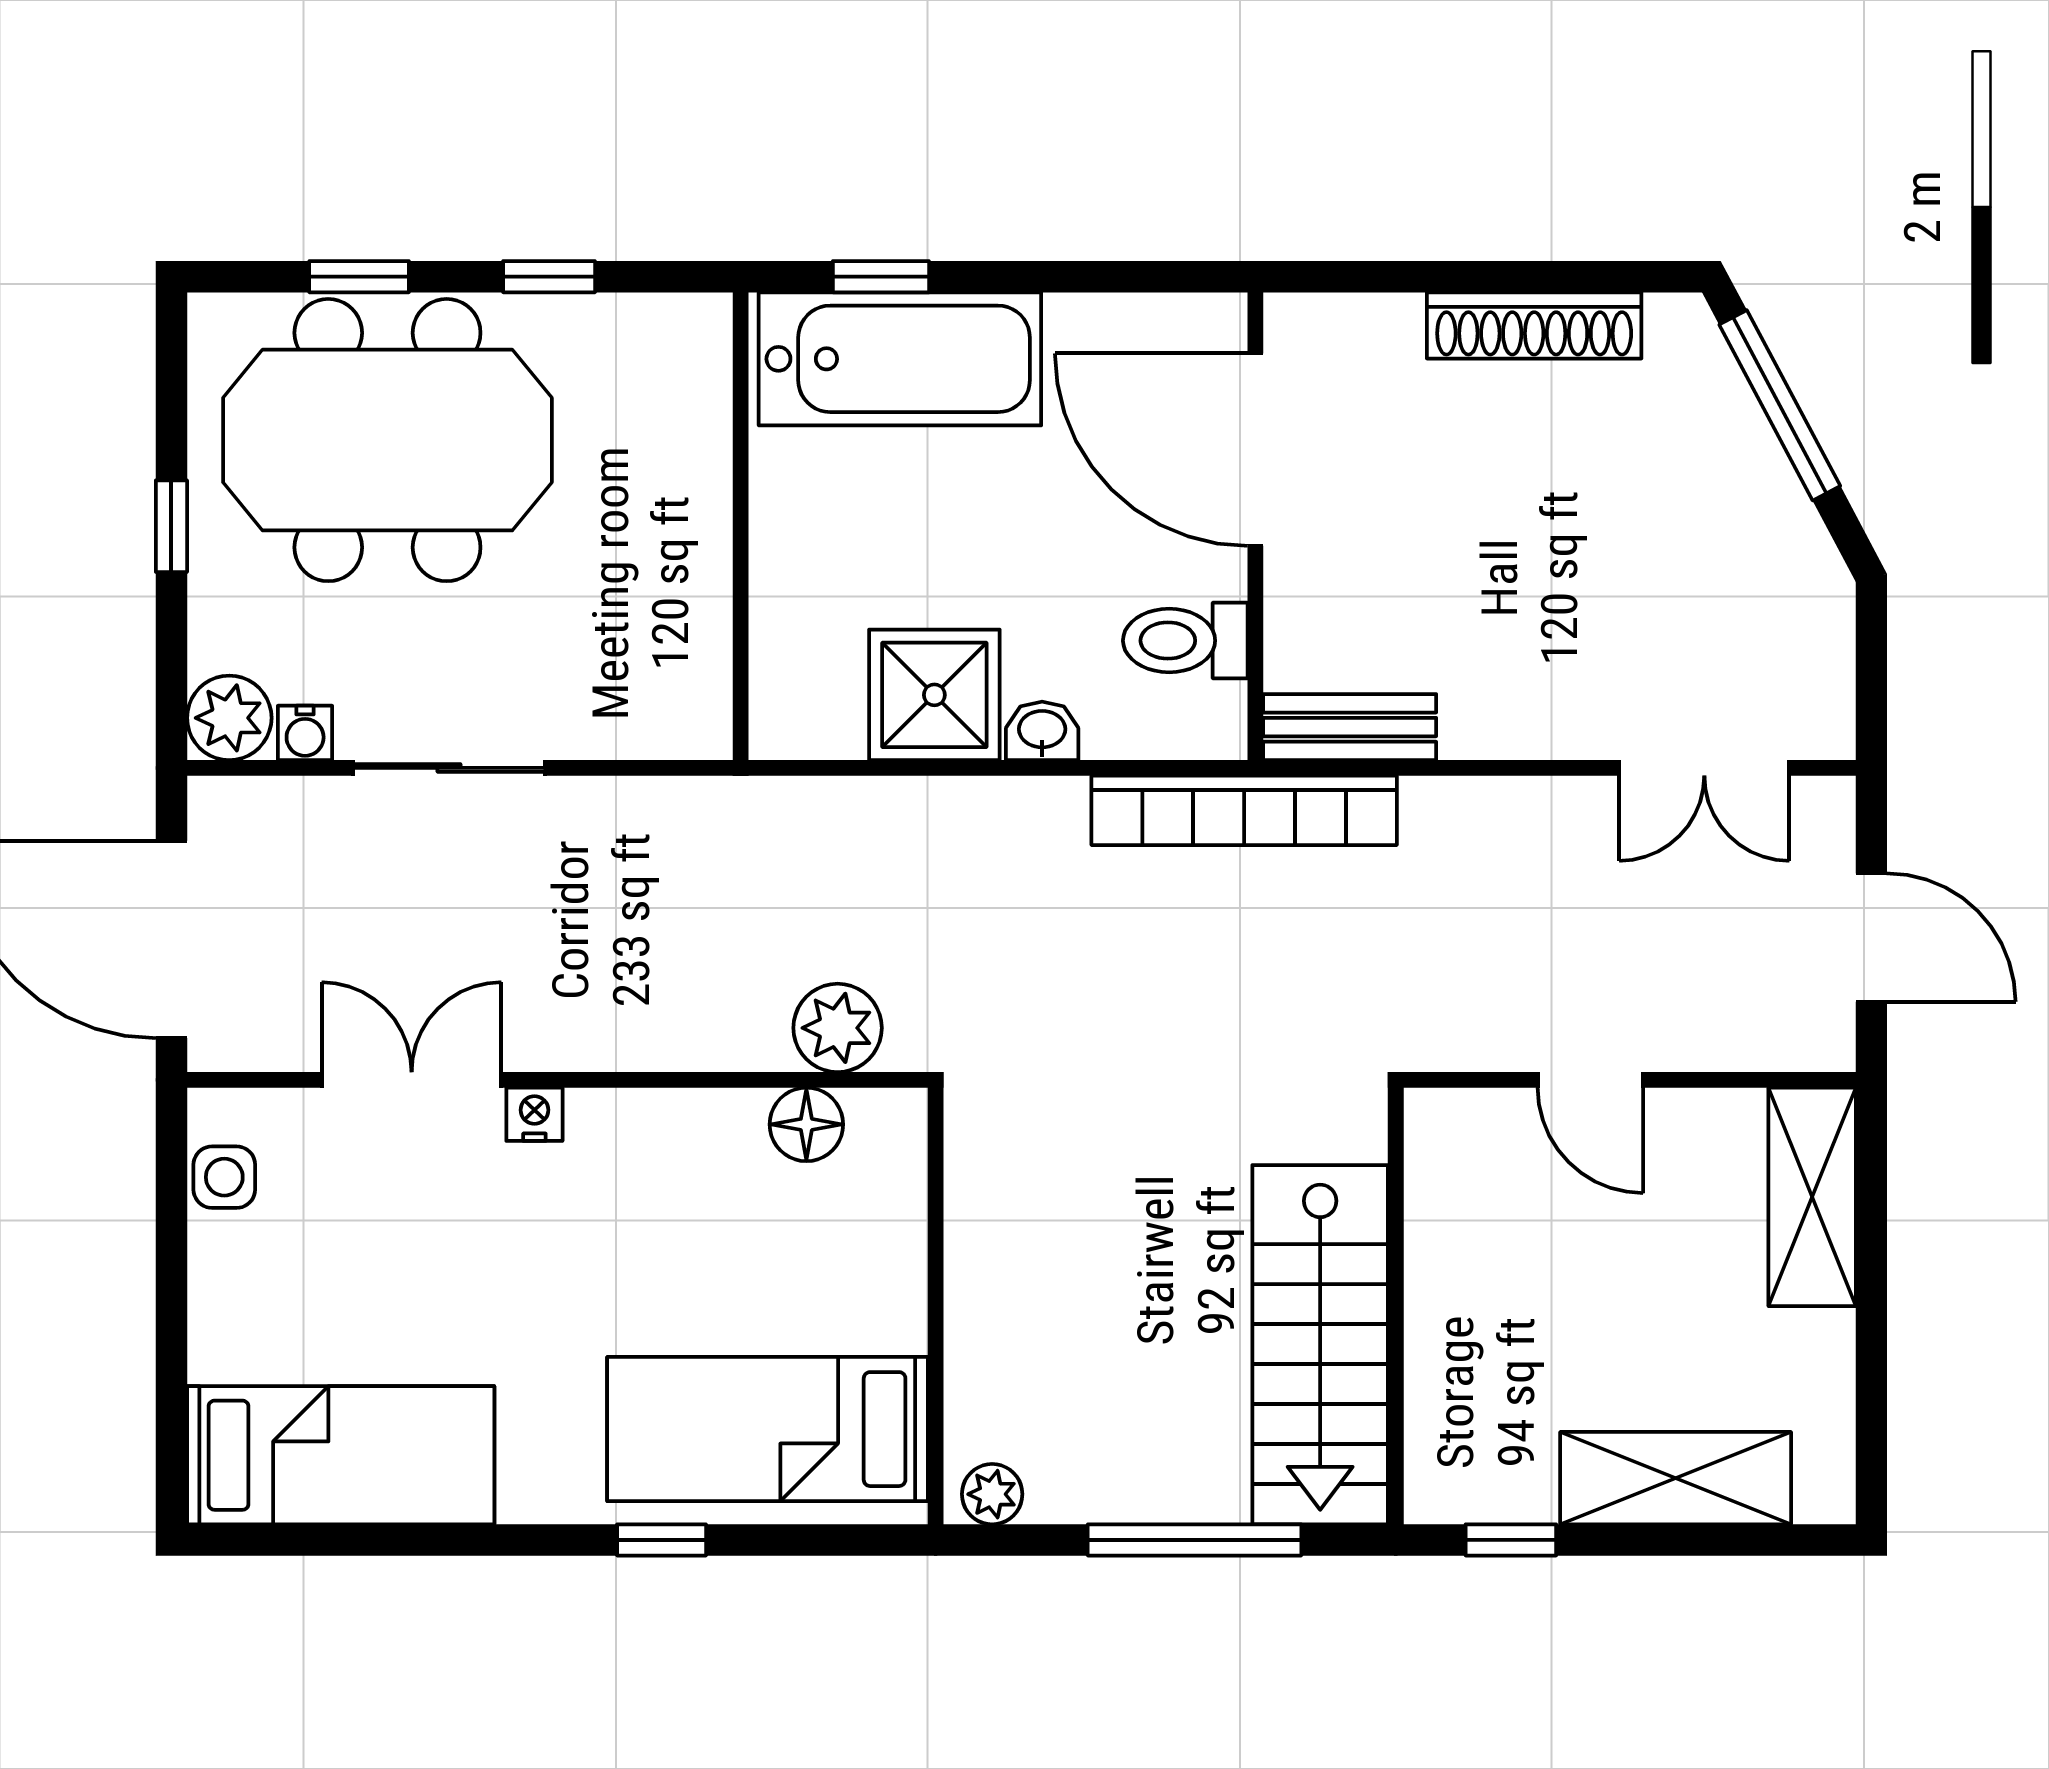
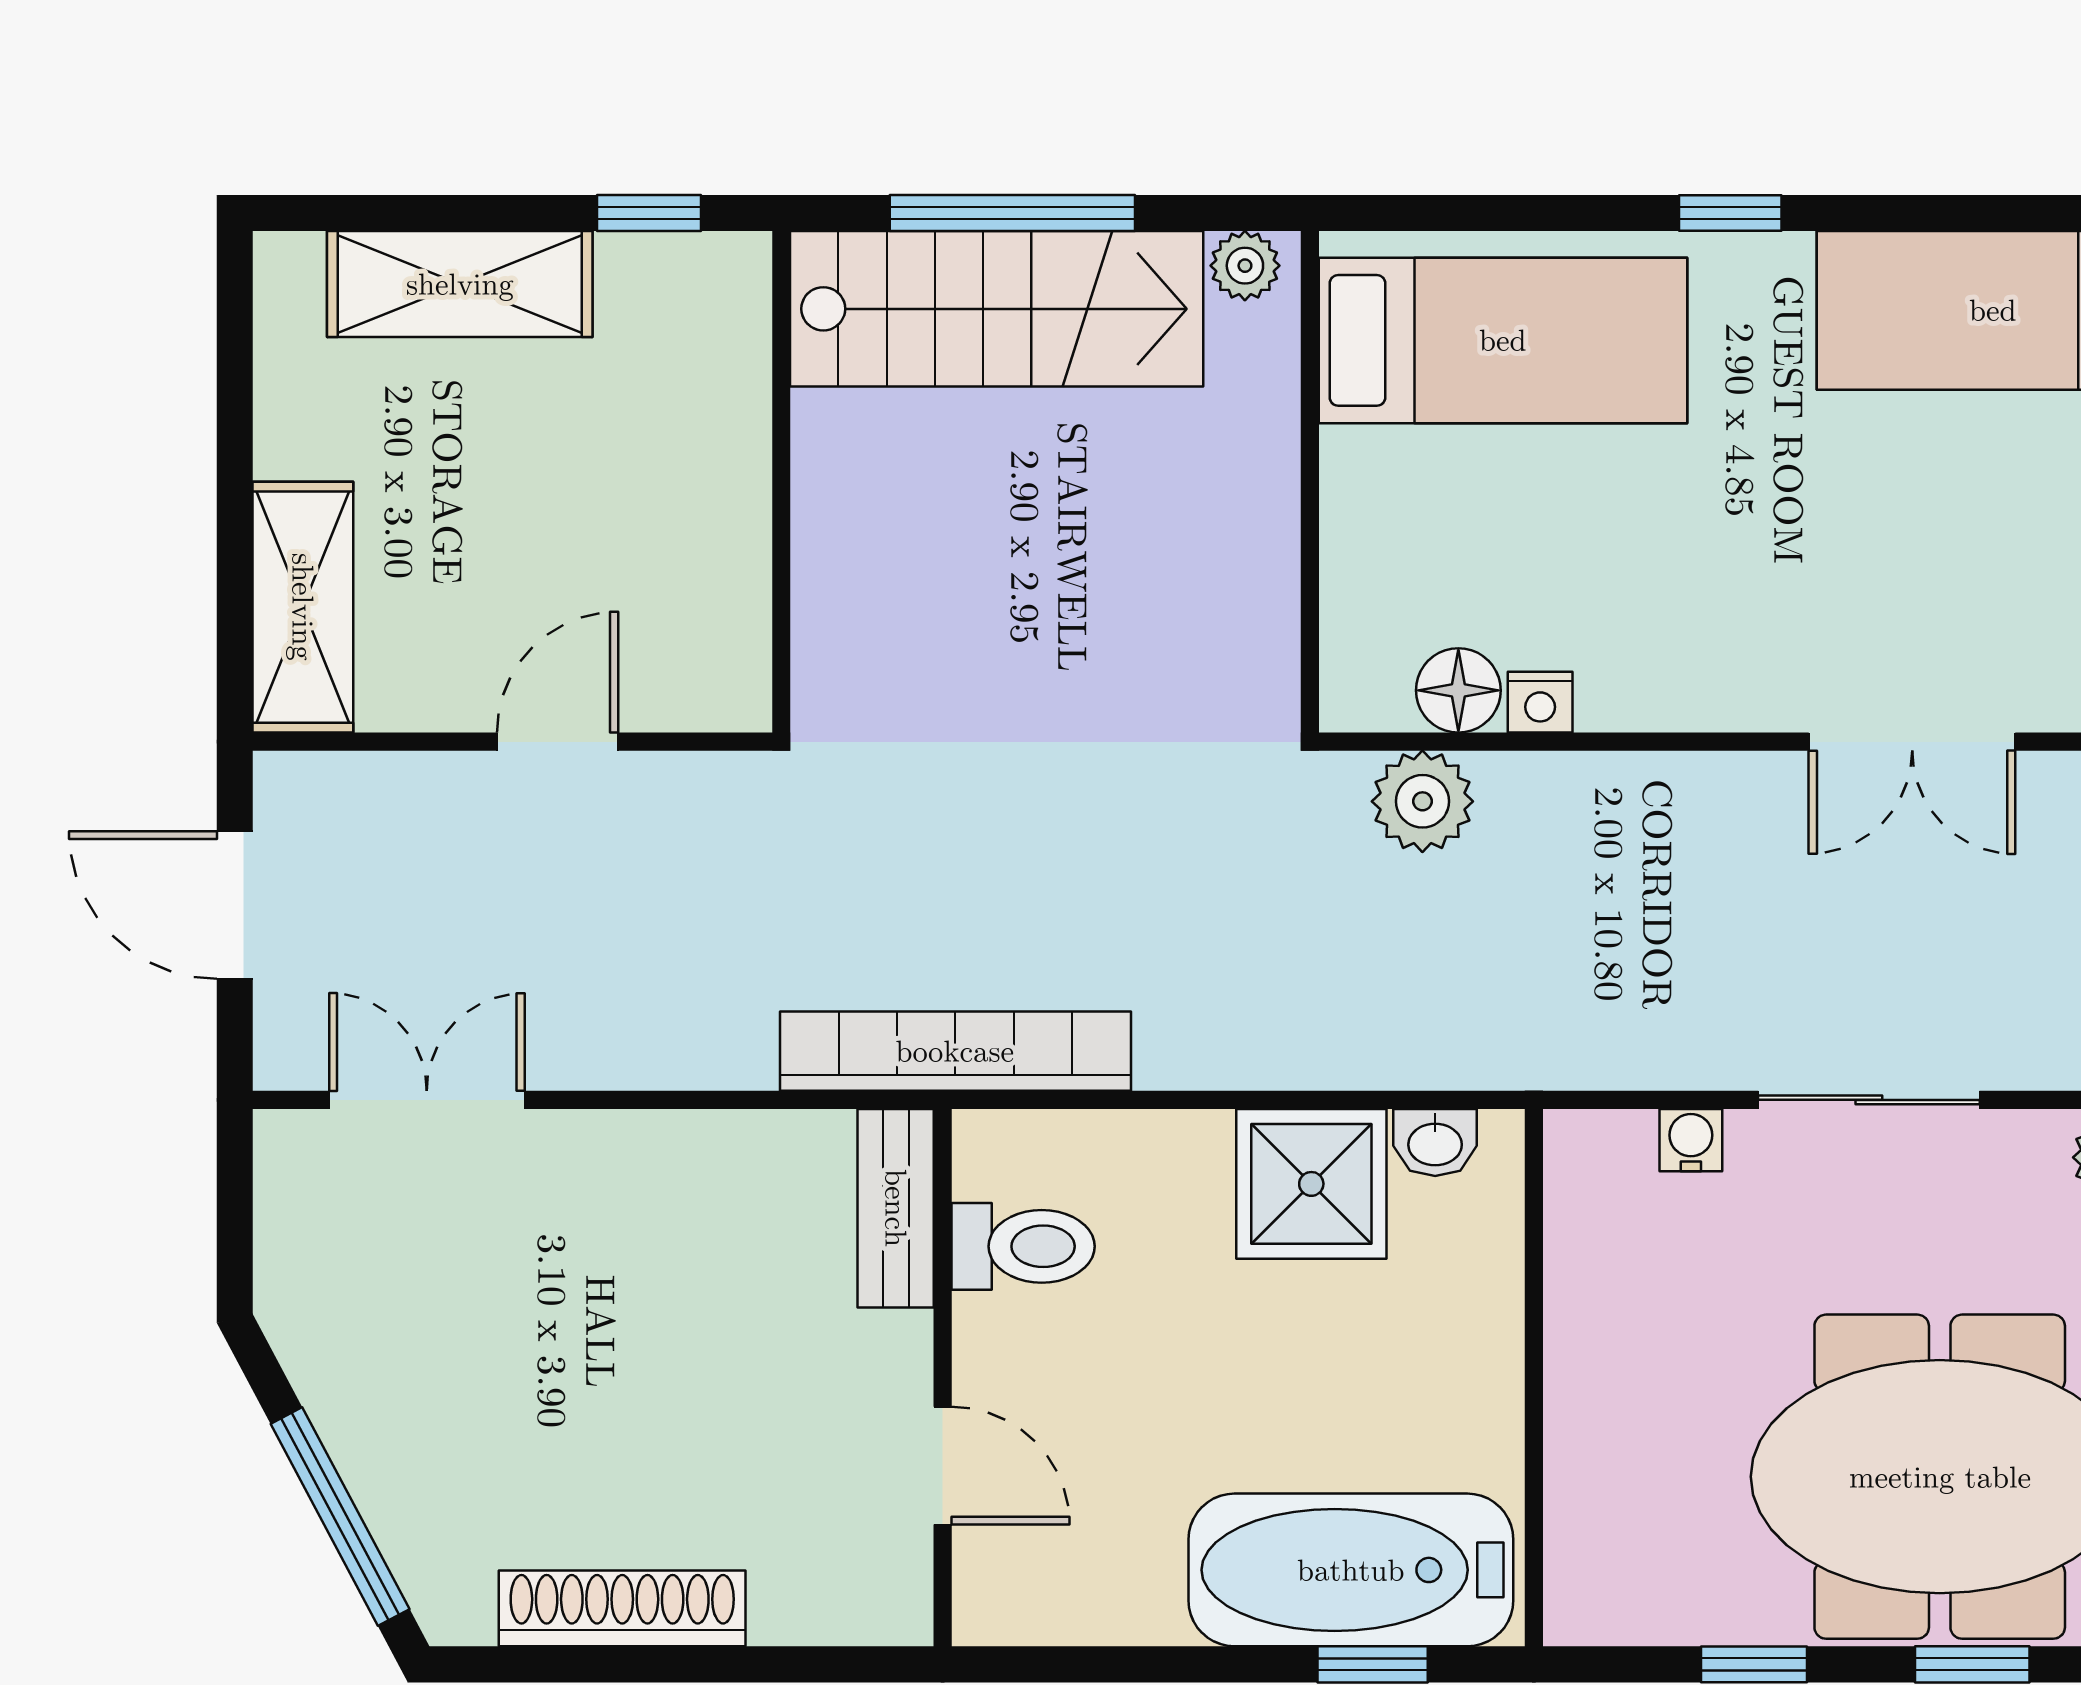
door: (1255, 450) -> (943, 1466), width x0.53
bench: (1350, 727) -> (896, 1208), moved, turned 90
washbasin: (1042, 731) -> (1435, 1143), moved
water cooler: (305, 733) -> (1691, 1140), moved
door: (1590, 1080) -> (558, 742), hinge flipped
nightstand: (534, 1114) -> (1540, 702), moved
stairs: (1320, 1345) -> (997, 309), moved, turned 90
window: (662, 1540) -> (1730, 213), moved

